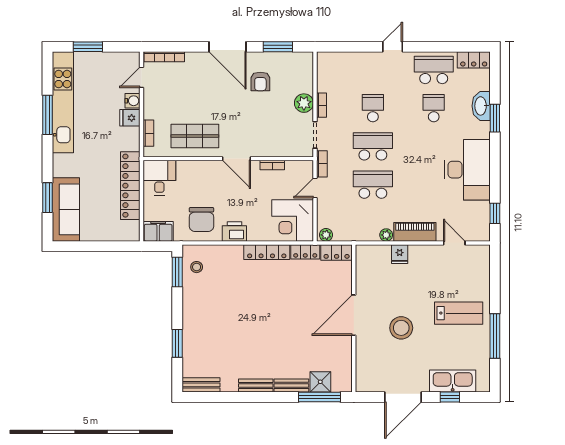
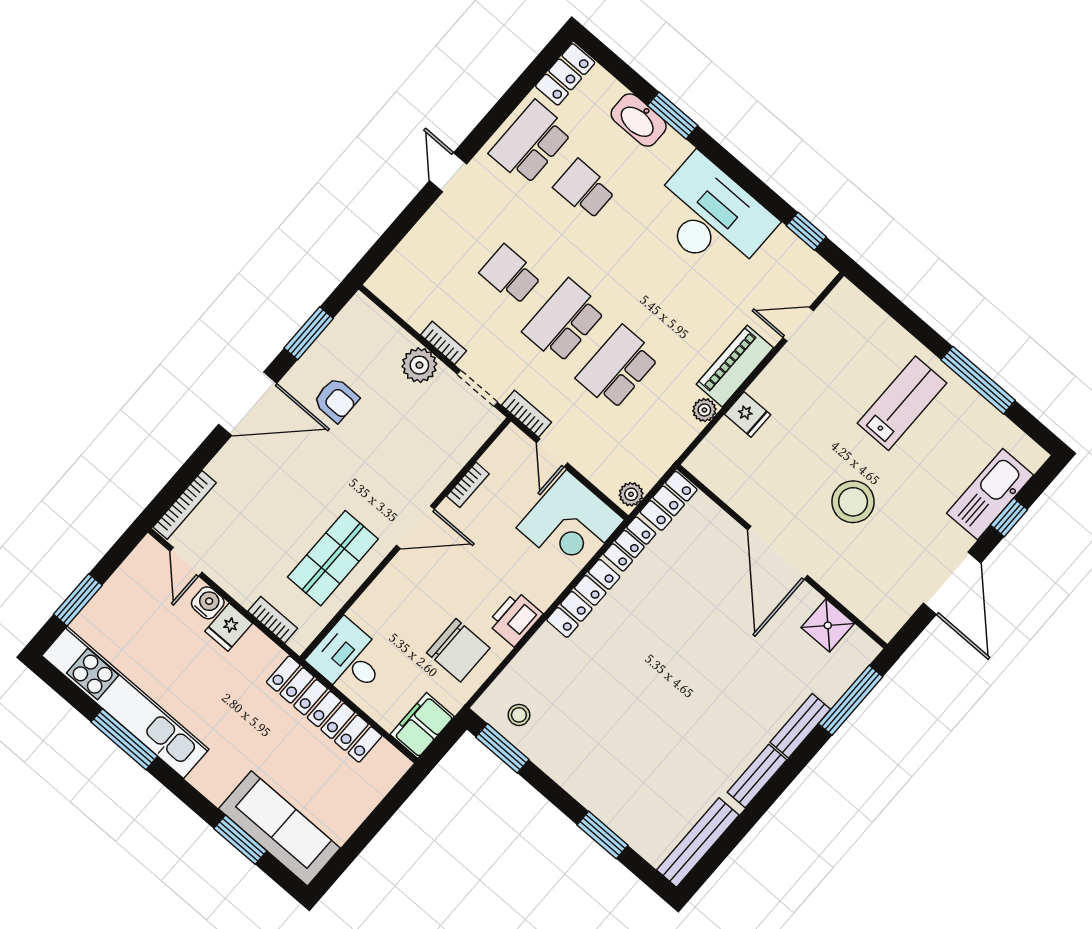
shower: (320, 382) -> (828, 625), moved
bench: (201, 385) -> (698, 842), width x1.36

